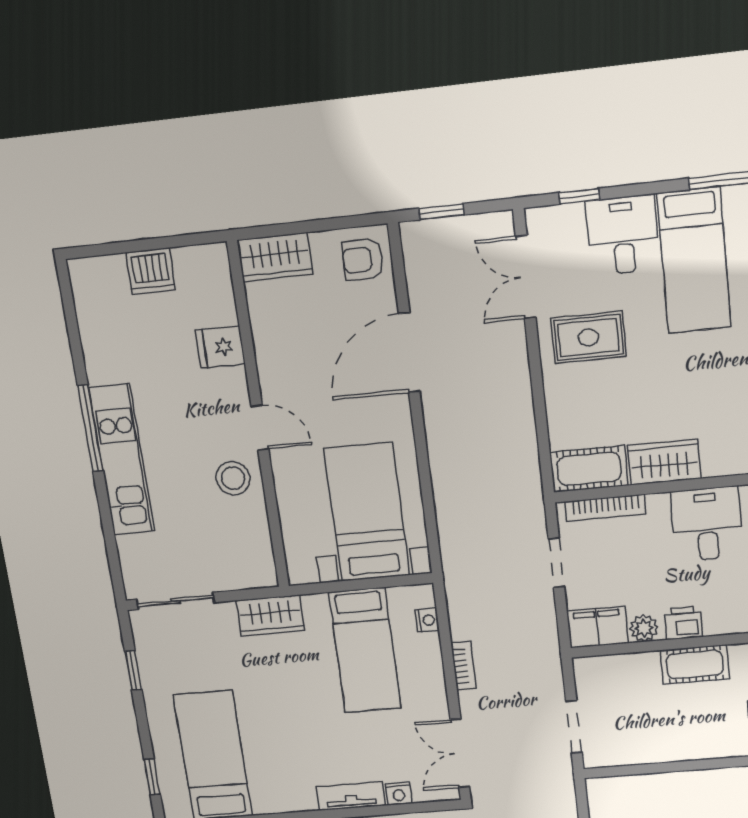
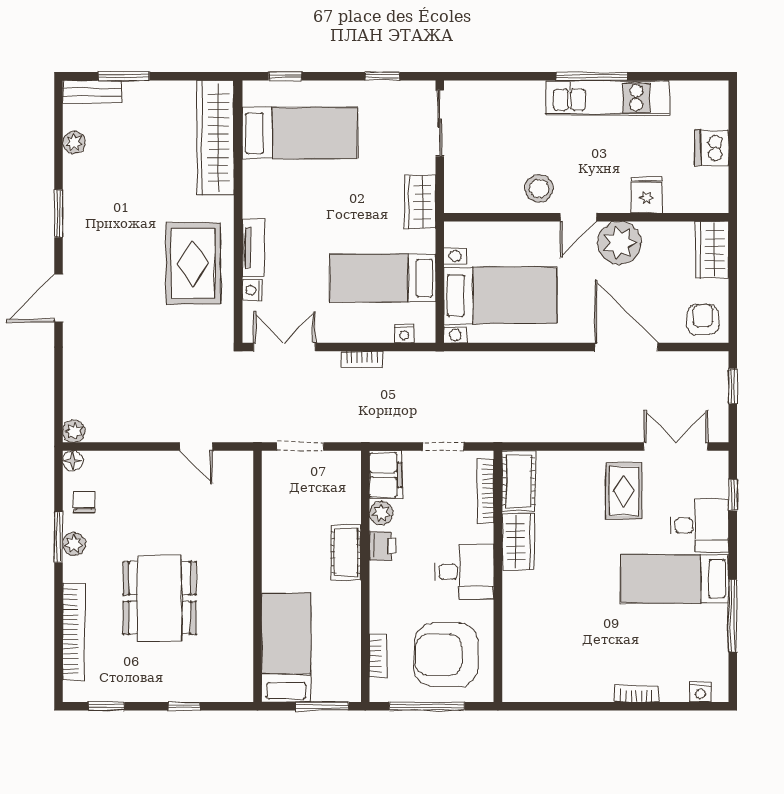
plant: (283, 375) -> (619, 243), added
kitchen unit: (122, 460) -> (608, 98), moved

